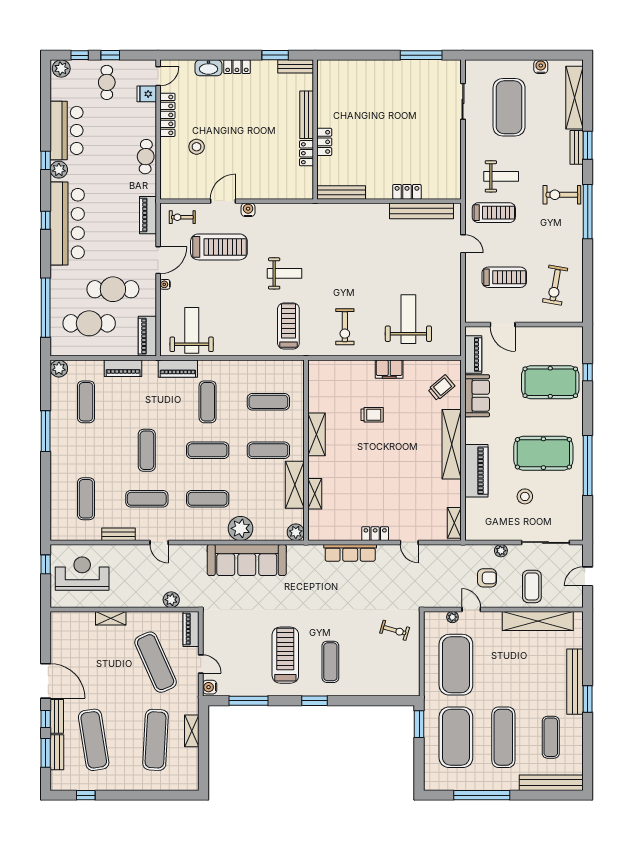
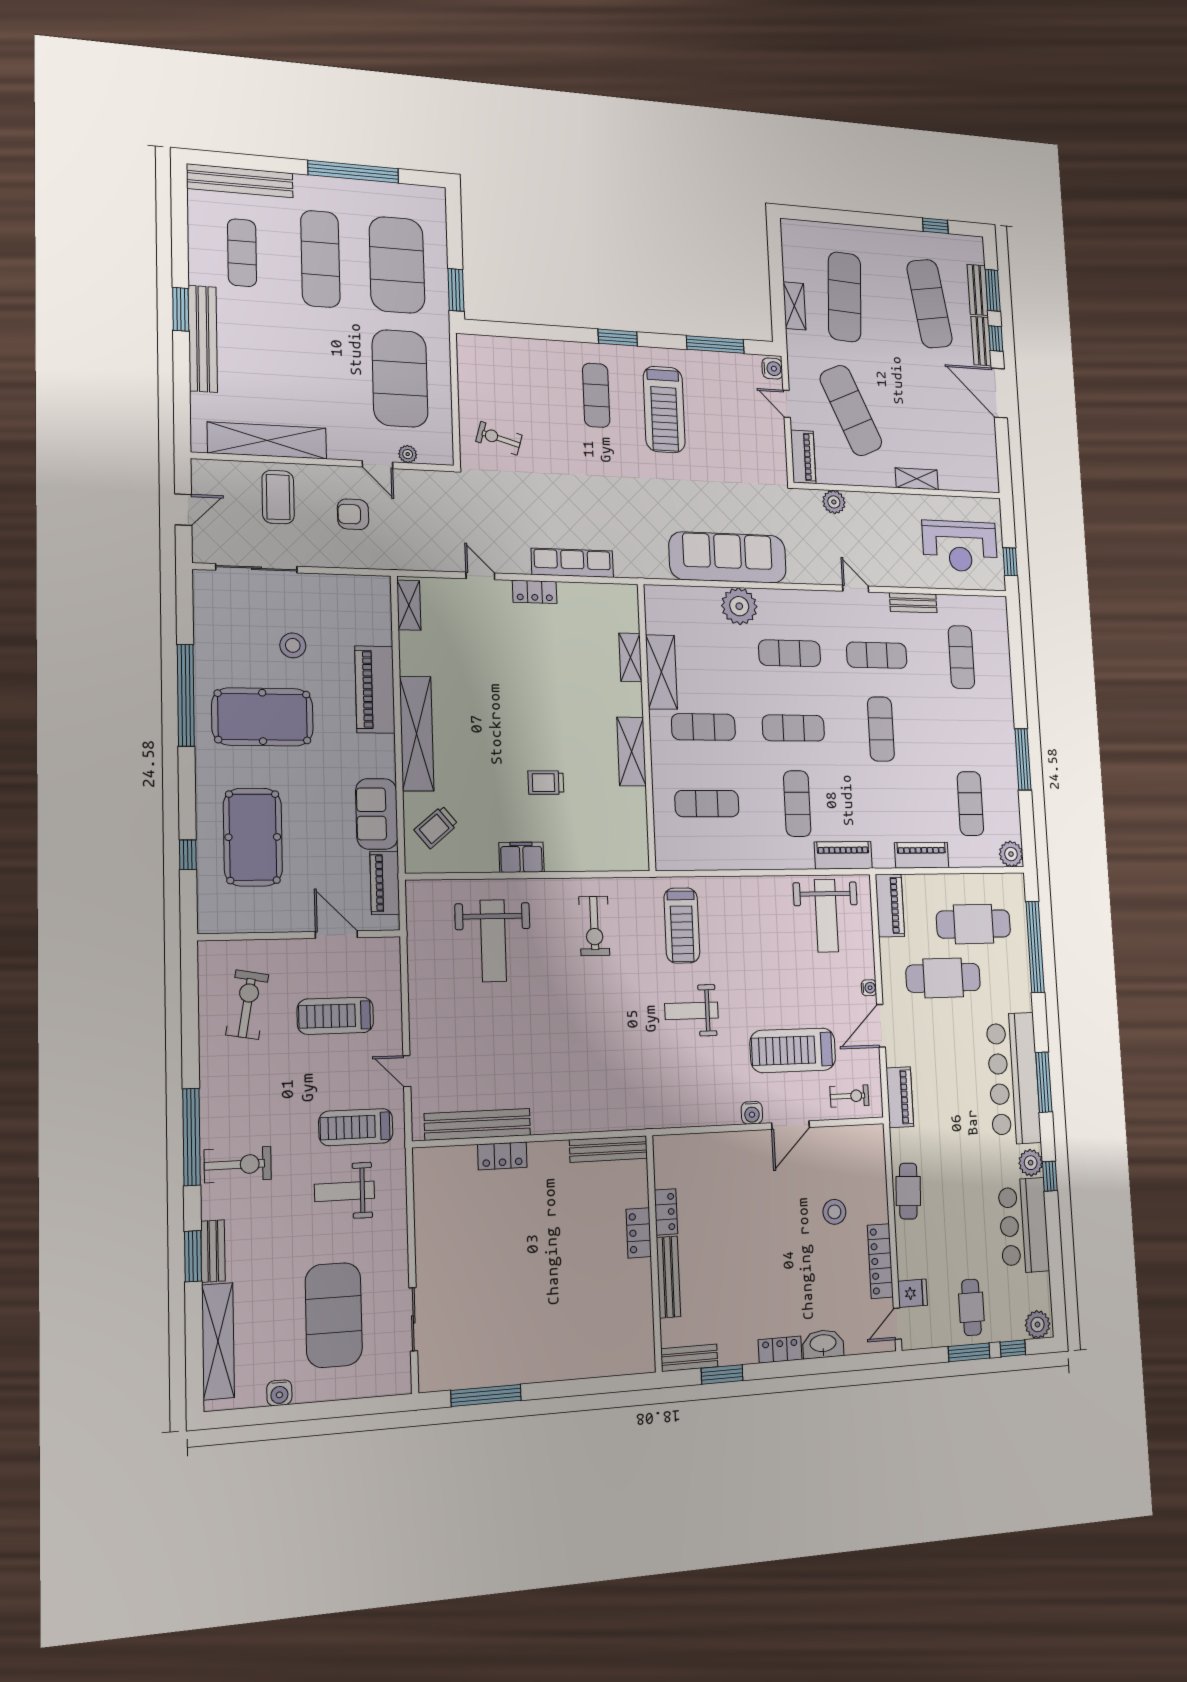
window: (110, 55) -> (969, 1352), width x1.50
window: (46, 220) -> (1044, 1082), width x2.17
exercise bike: (345, 327) -> (594, 926), turned 180
pool table: (550, 382) -> (253, 837), turned 90
plant: (296, 532) -> (657, 598), removed
plant: (501, 551) -> (331, 558), removed

